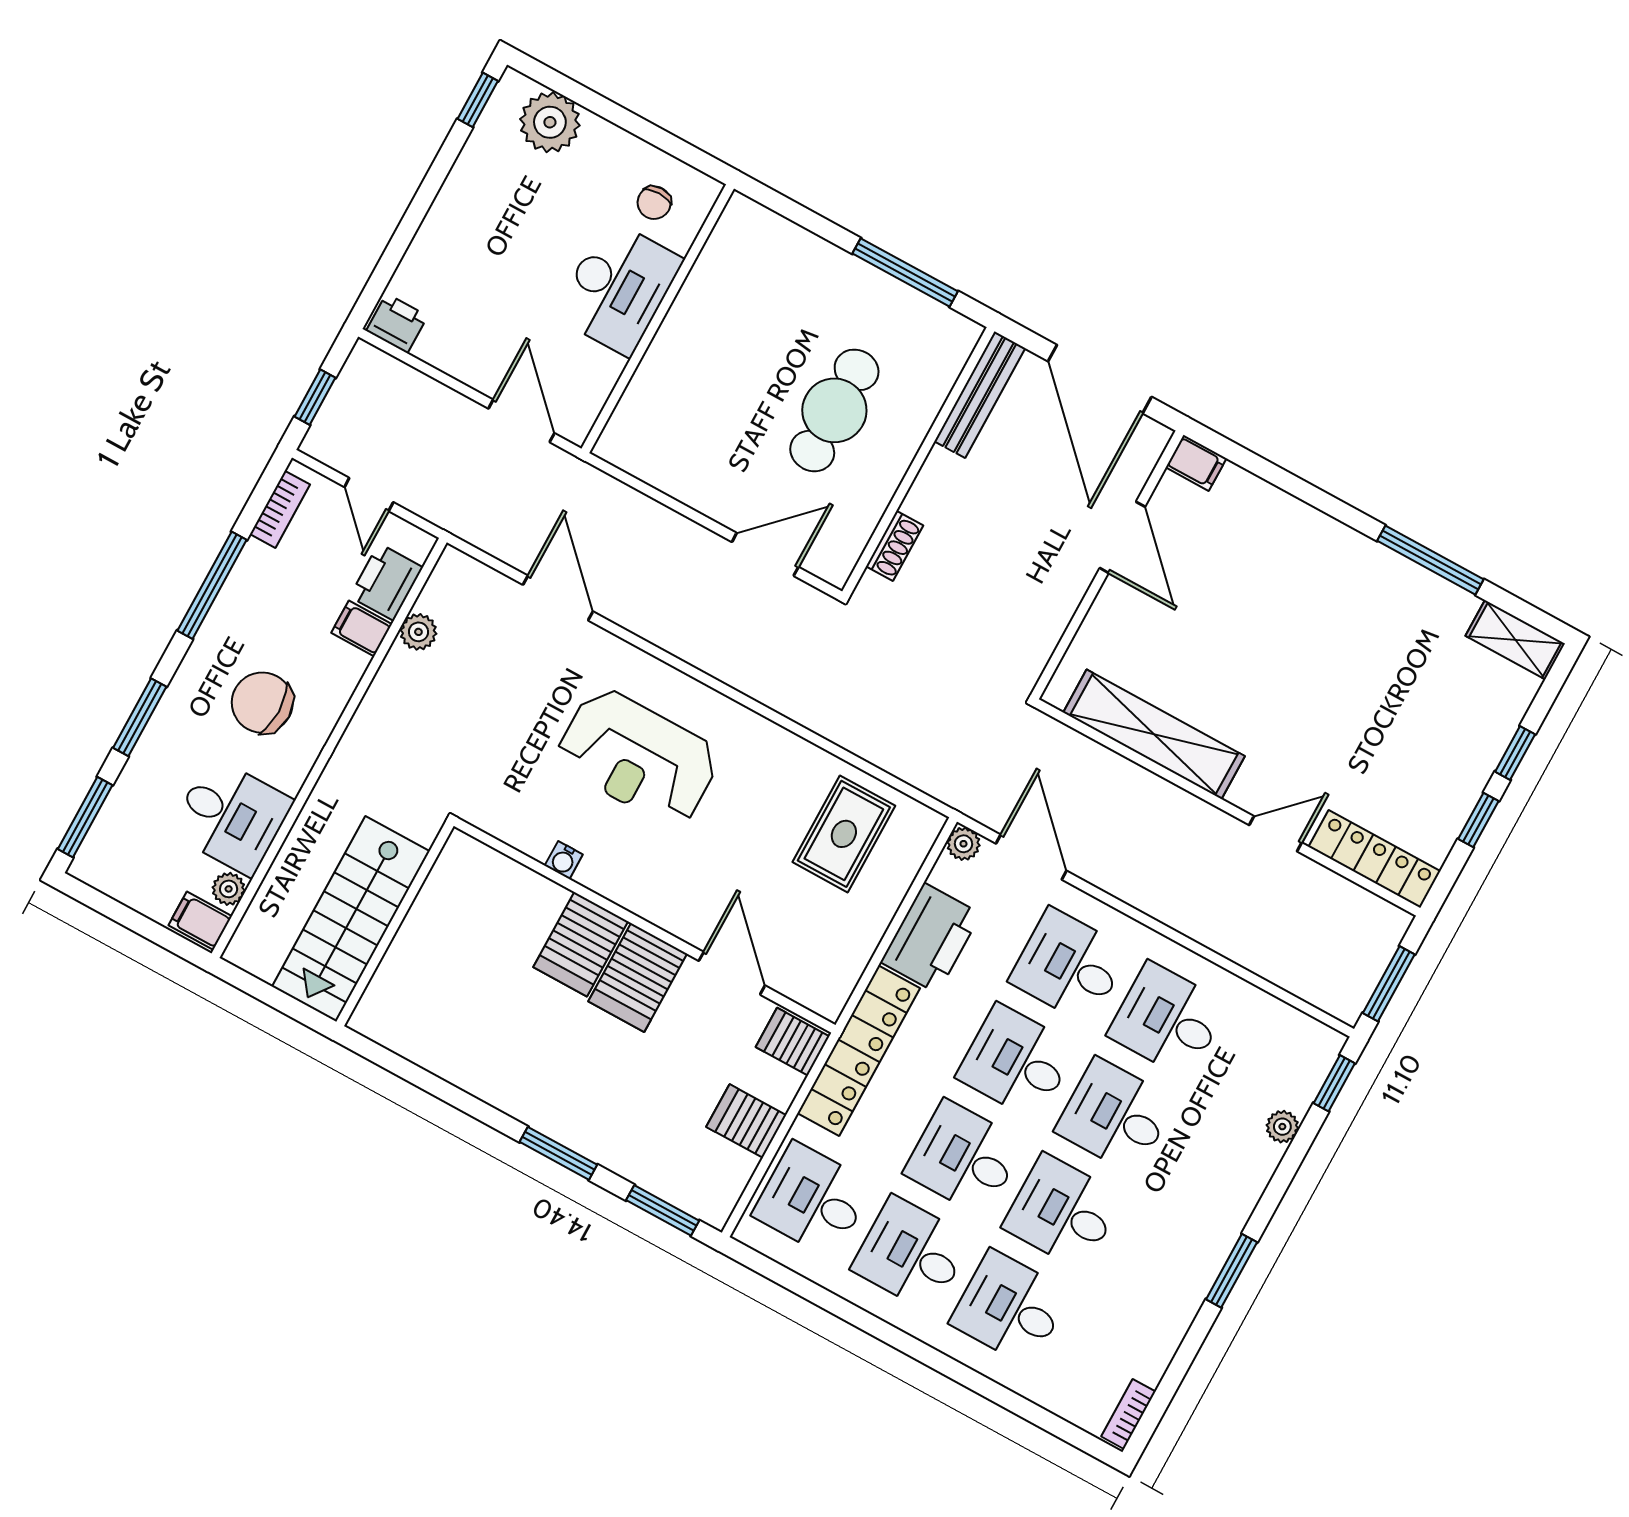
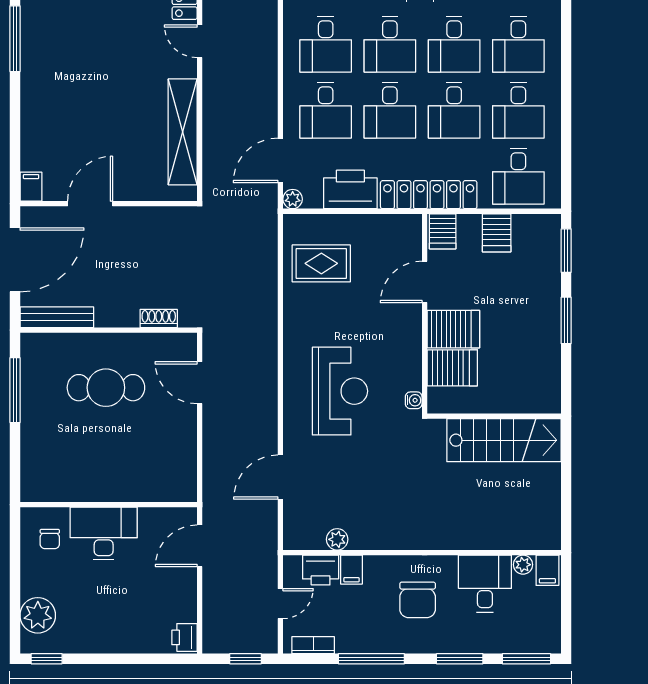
chair: (654, 203) -> (50, 539), turned 90
stairs: (351, 919) -> (504, 440), moved
wall: (395, 924) -> (494, 416), moved

